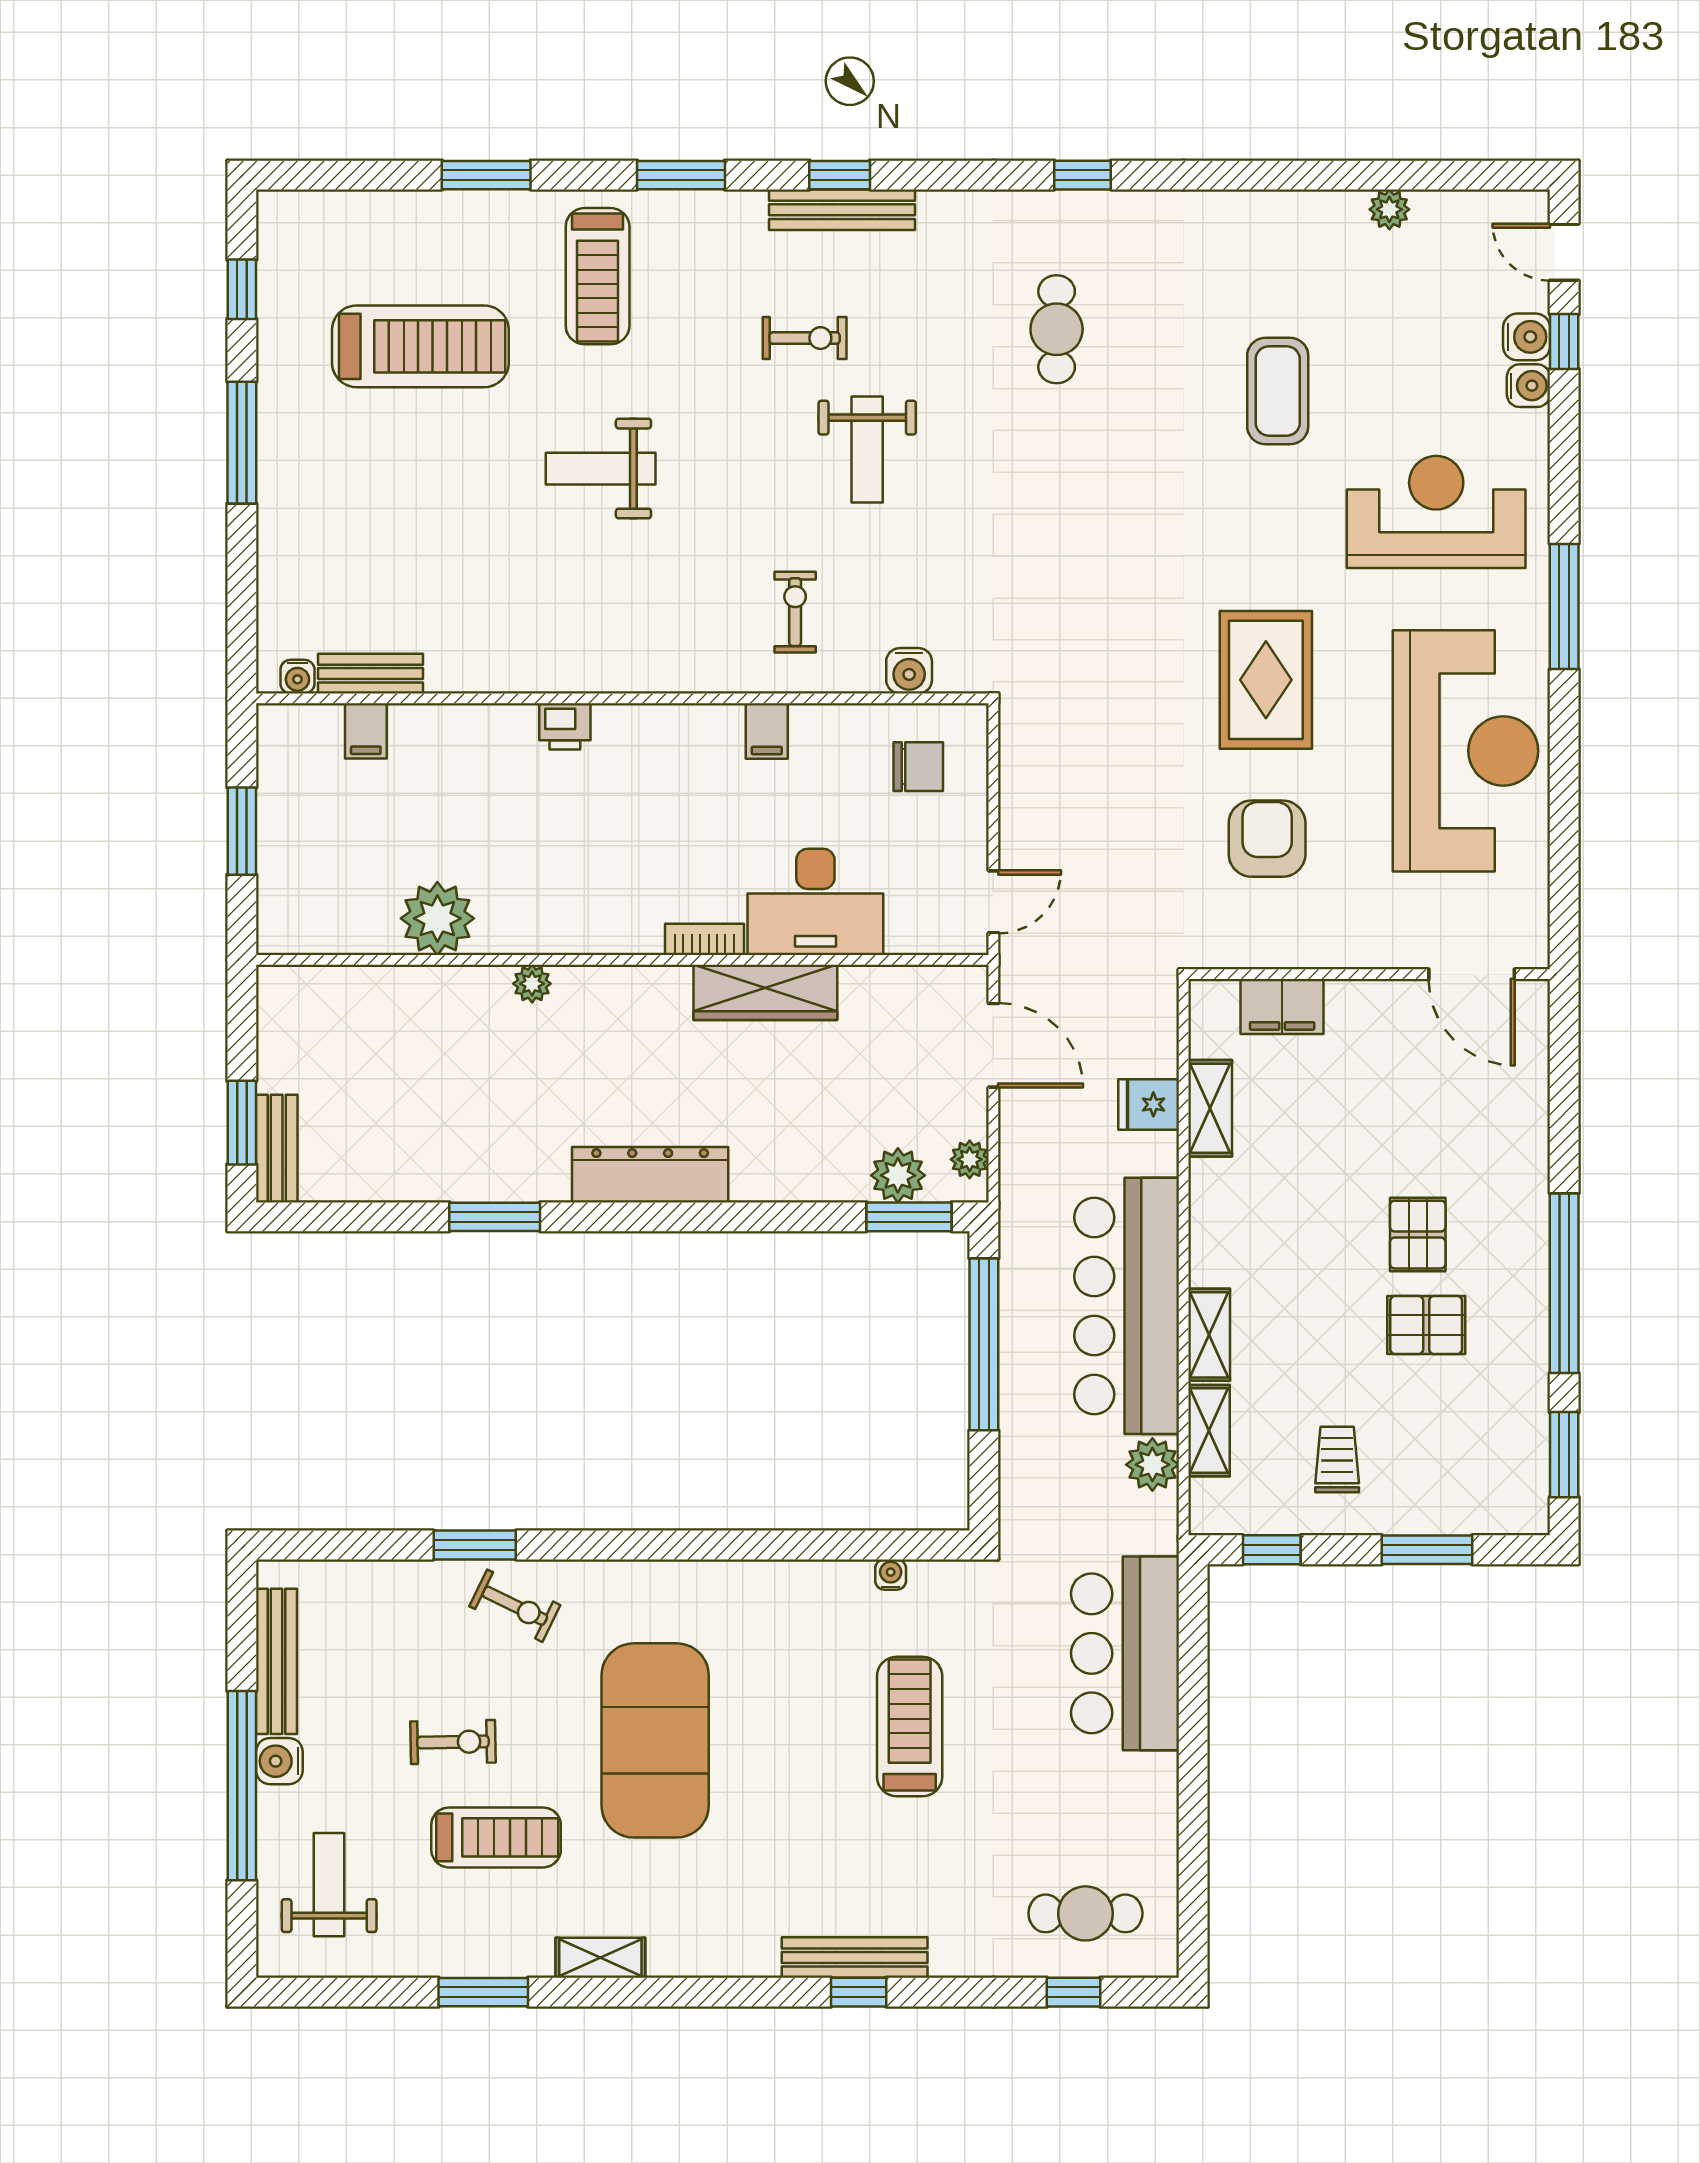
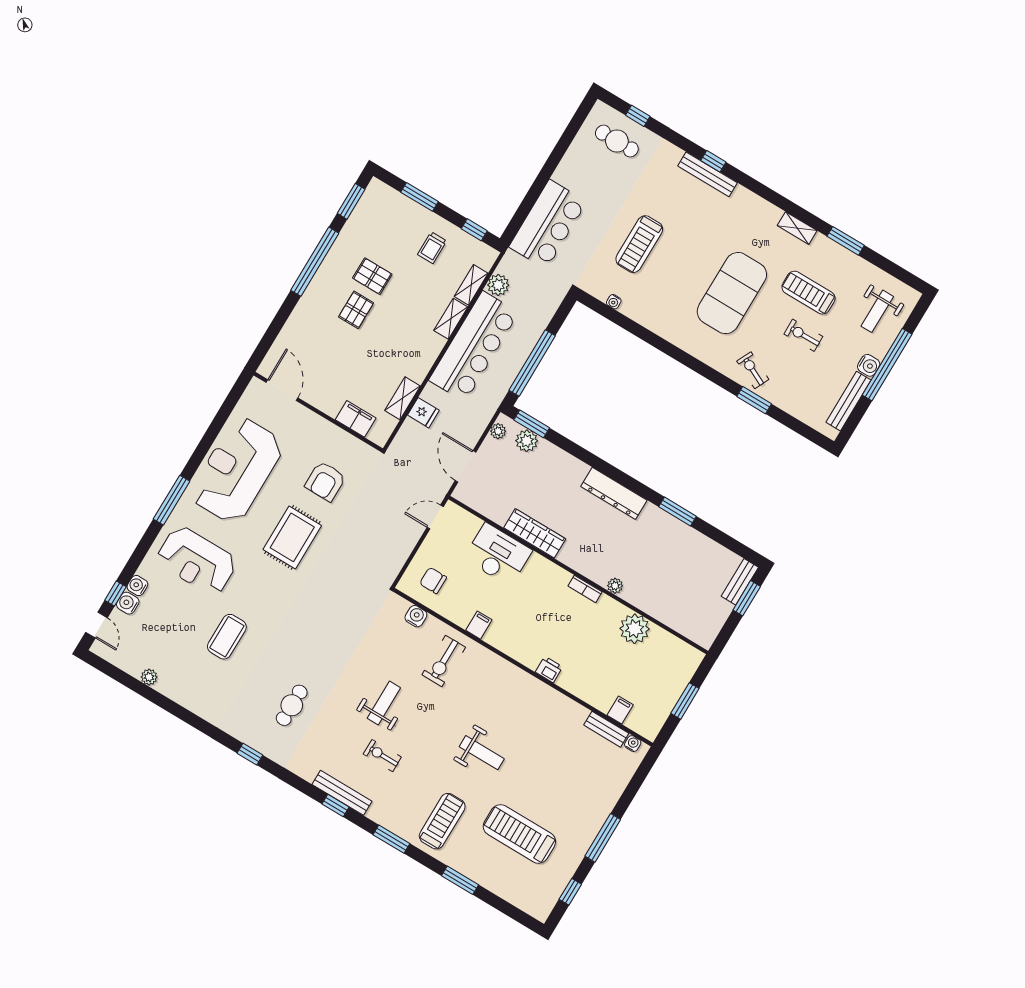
exercise bike: (795, 612) -> (444, 661), width x1.38, depth x1.39
bookcase: (704, 939) -> (585, 589), moved

